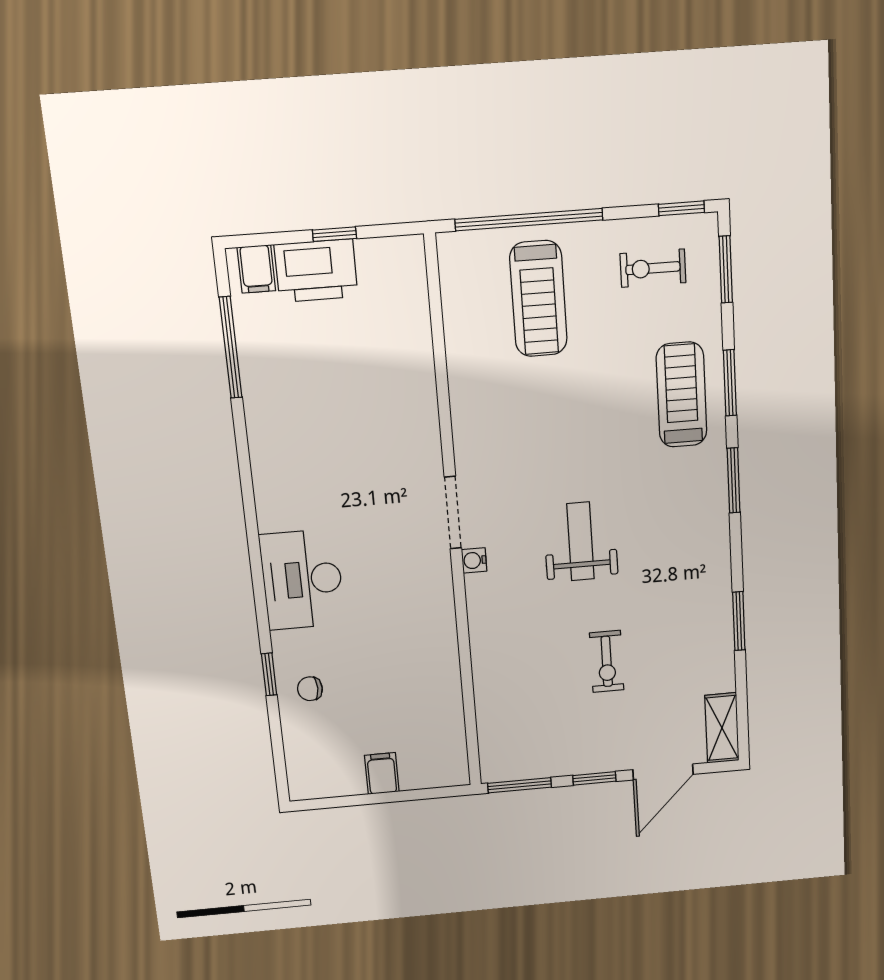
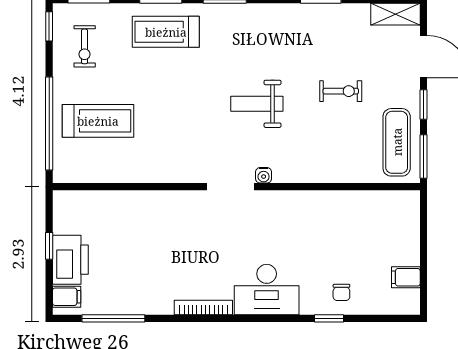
bookcase: (264, 487) -> (203, 308), added
exercise mat: (537, 746) -> (397, 142), added
filing cabinet: (382, 774) -> (406, 277), moved

